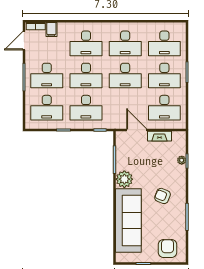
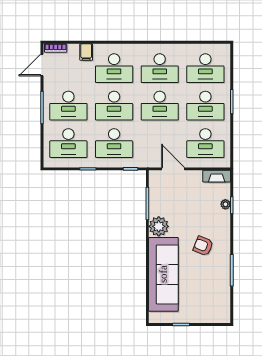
filing cabinet: (51, 30) -> (86, 52), moved
fireplace: (159, 136) -> (217, 176), moved
armchair: (168, 248) -> (209, 307), removed

